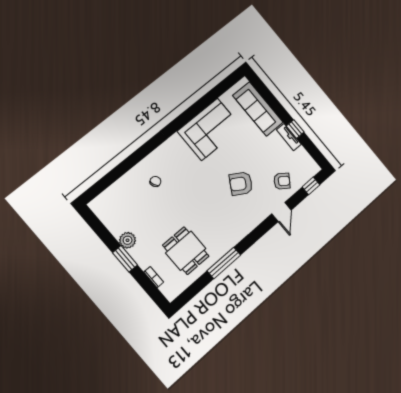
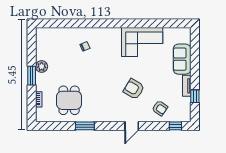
sofa: (258, 109) -> (182, 59), width x0.73
window: (295, 129) -> (195, 96), moved
door: (281, 212) -> (132, 126), moved
window: (224, 263) -> (85, 126), width x0.69

